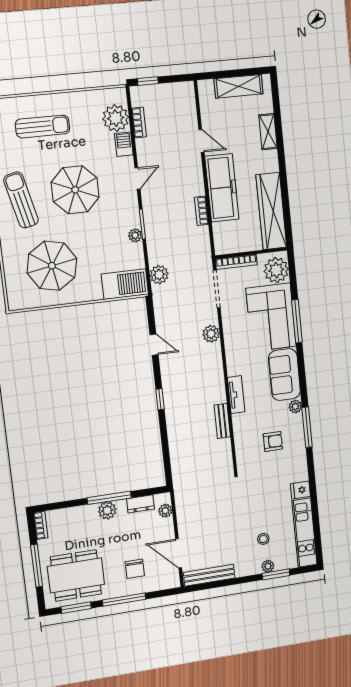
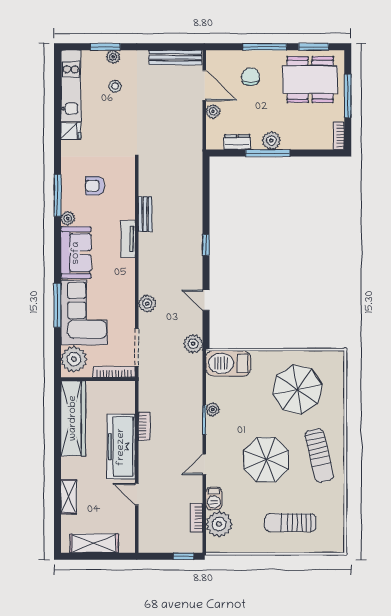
plant: (159, 275) -> (193, 344), moved
plant: (165, 511) -> (213, 111), moved

